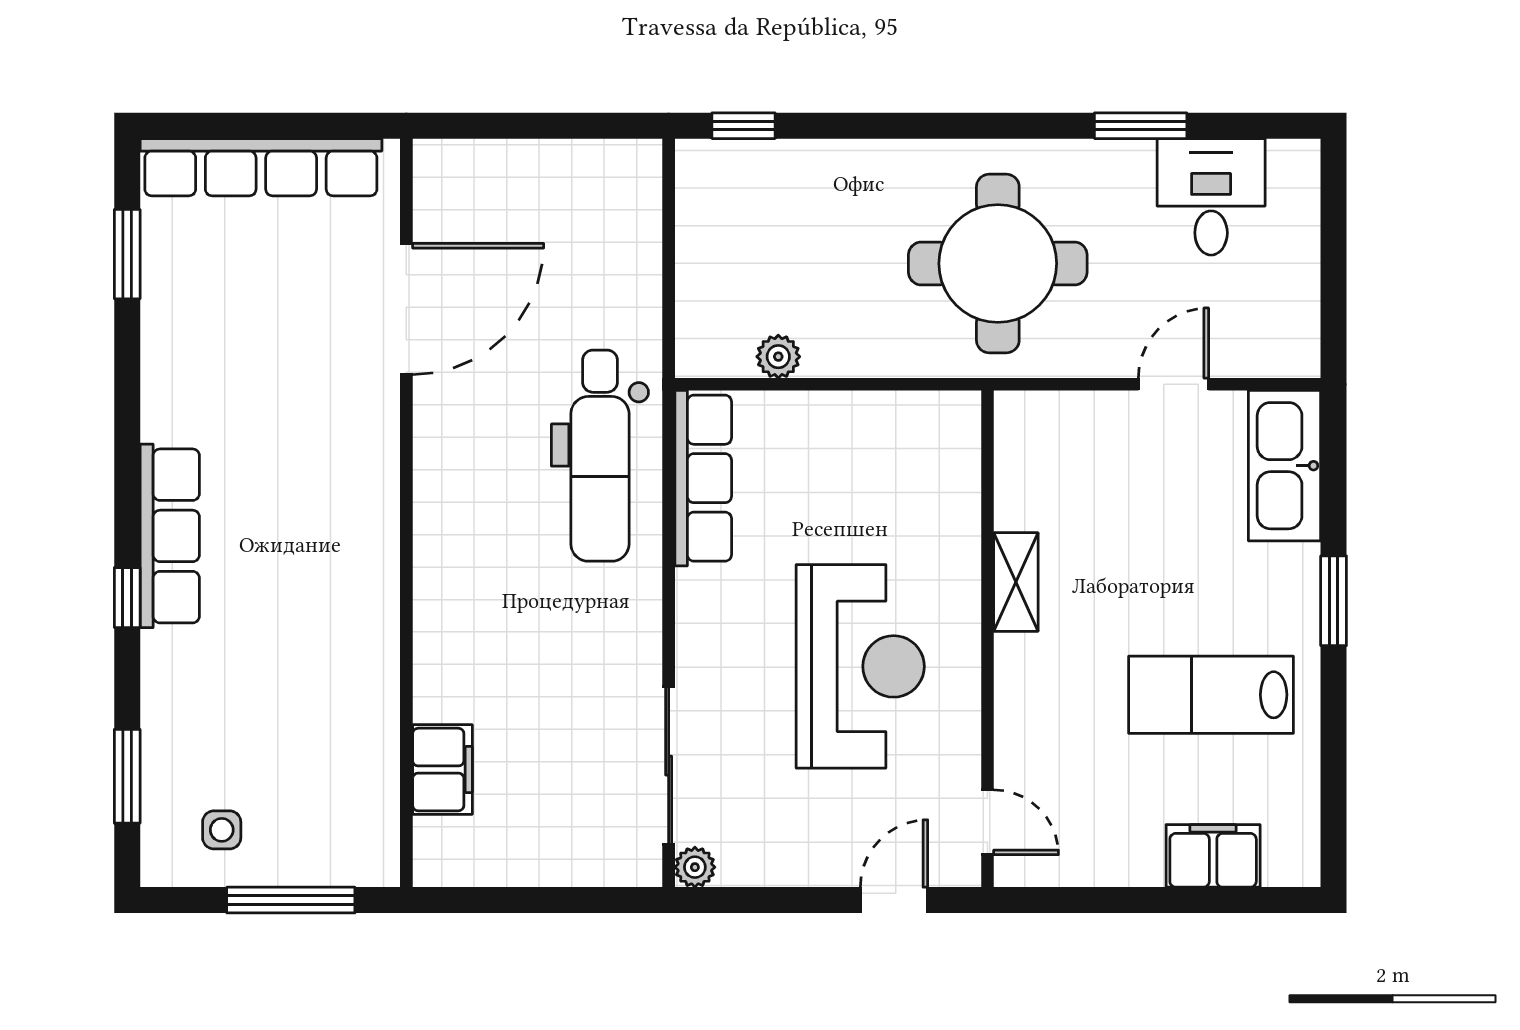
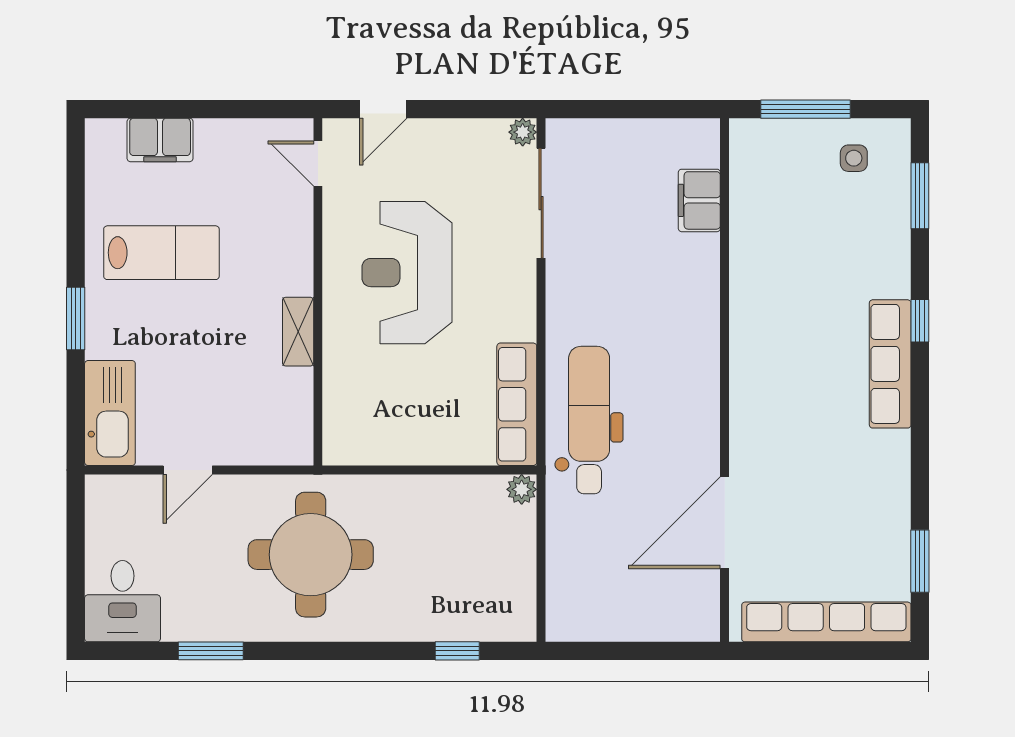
window: (743, 126) -> (457, 651), moved
desk: (1211, 197) -> (123, 601), moved
plant: (778, 357) -> (522, 489), moved

